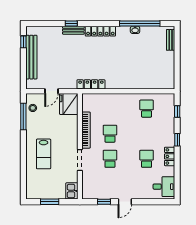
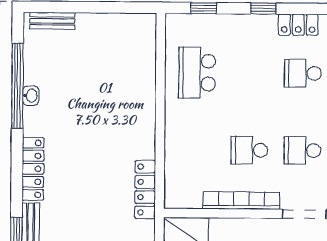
school desk: (147, 109) -> (197, 73), width x1.85

